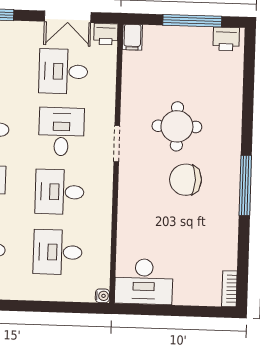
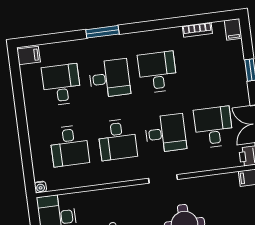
desk: (60, 192) -> (117, 140), turned 180
desk: (58, 252) -> (69, 146), turned 180

